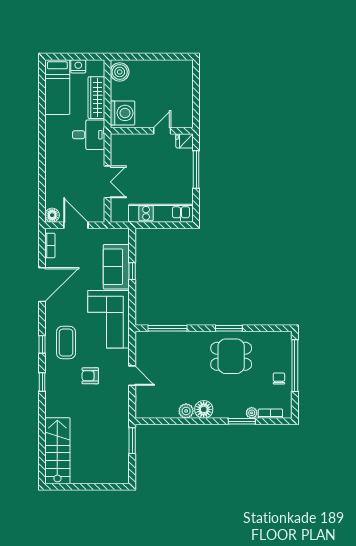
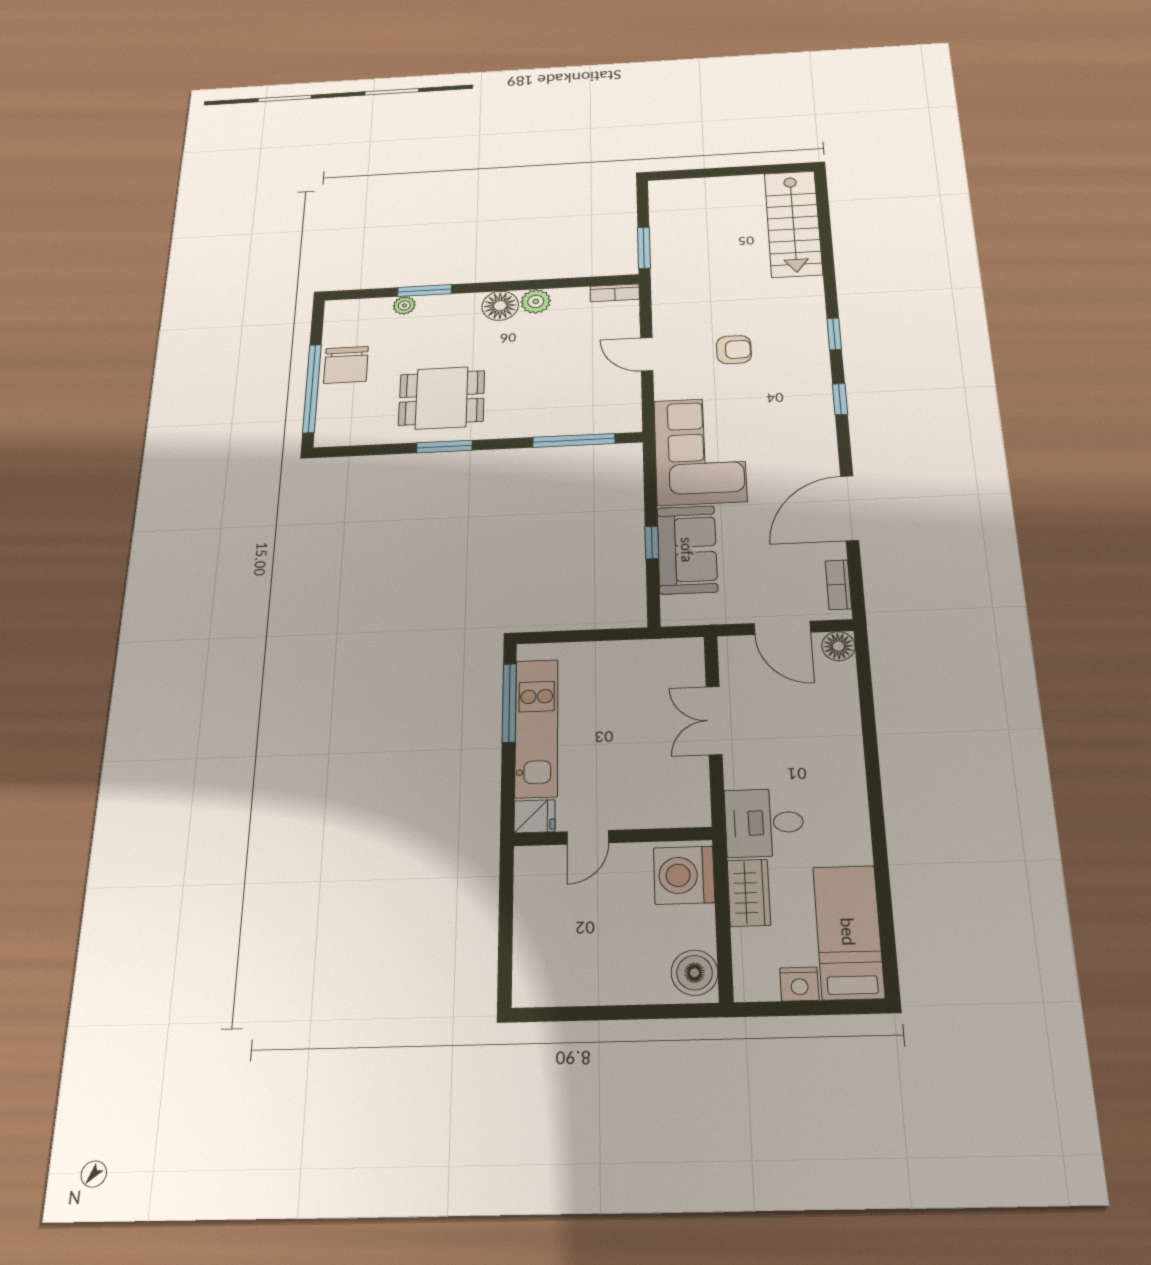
wardrobe: (96, 98) -> (749, 893), width x0.67
window: (196, 170) -> (509, 703), moved
kitchen unit: (161, 213) -> (536, 728), moved, turned -90
coffee table: (66, 343) -> (789, 405), removed
chair: (279, 378) -> (346, 365), width x1.87, depth x1.87
bookcase: (270, 414) -> (615, 293), moved

